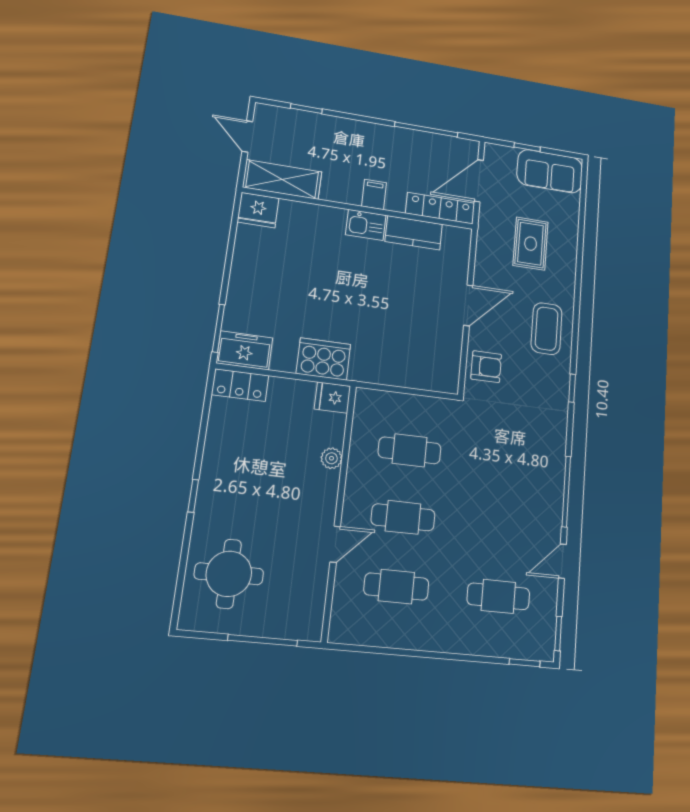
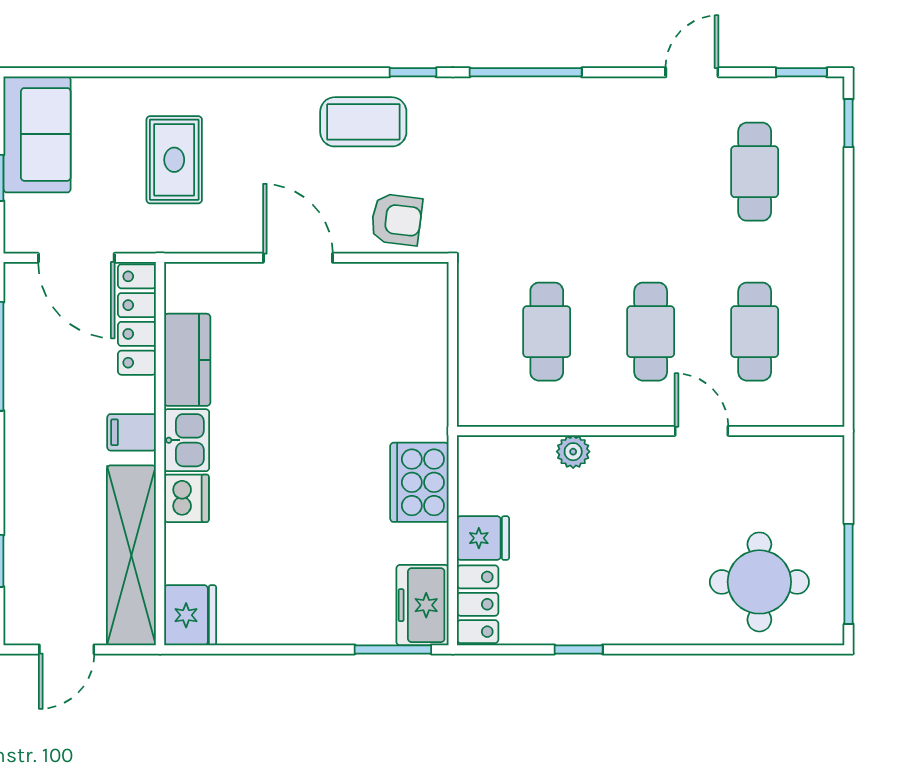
shelving: (282, 180) -> (131, 555), width x1.47
dishwasher: (331, 219) -> (186, 498), added
rug: (531, 244) -> (174, 160), turned 90
coffee table: (547, 329) -> (363, 122), moved
armchair: (486, 367) -> (396, 220), turned 97
fridge: (332, 398) -> (483, 538), moved, turned -90
window: (566, 491) -> (526, 72), moved
window: (193, 496) -> (579, 649), moved
door: (562, 561) -> (692, 72), swing flipped
window: (263, 640) -> (849, 574), moved

